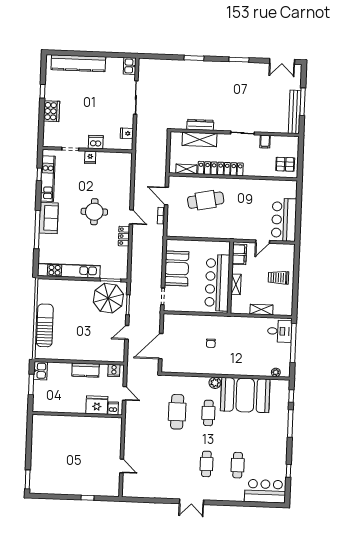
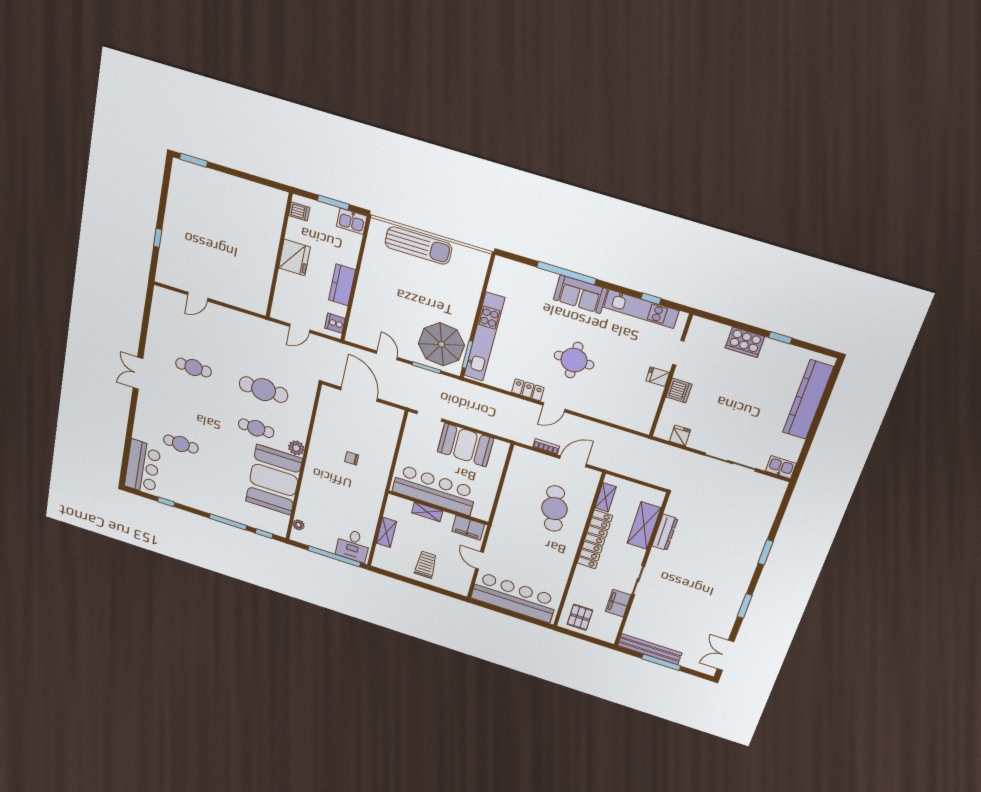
filing cabinet: (265, 142) -> (618, 603), width x2.00
bar counter: (284, 220) -> (514, 597), width x1.36
kitchen unit: (69, 271) -> (484, 337), moved
fridge: (97, 405) -> (294, 257), moved
dishwasher: (113, 408) -> (299, 211), moved
cafe table: (206, 464) -> (194, 368), moved

